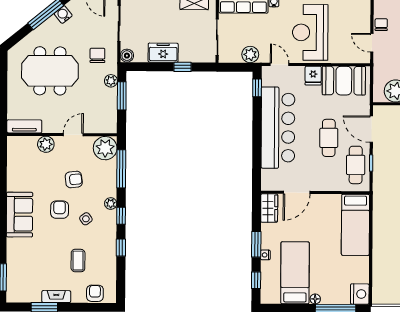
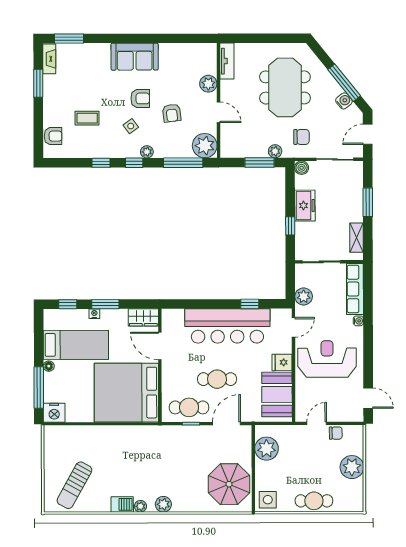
window: (257, 88) -> (250, 304), moved
bed: (355, 225) -> (126, 393), width x2.04
fireplace: (56, 297) -> (49, 59), moved

